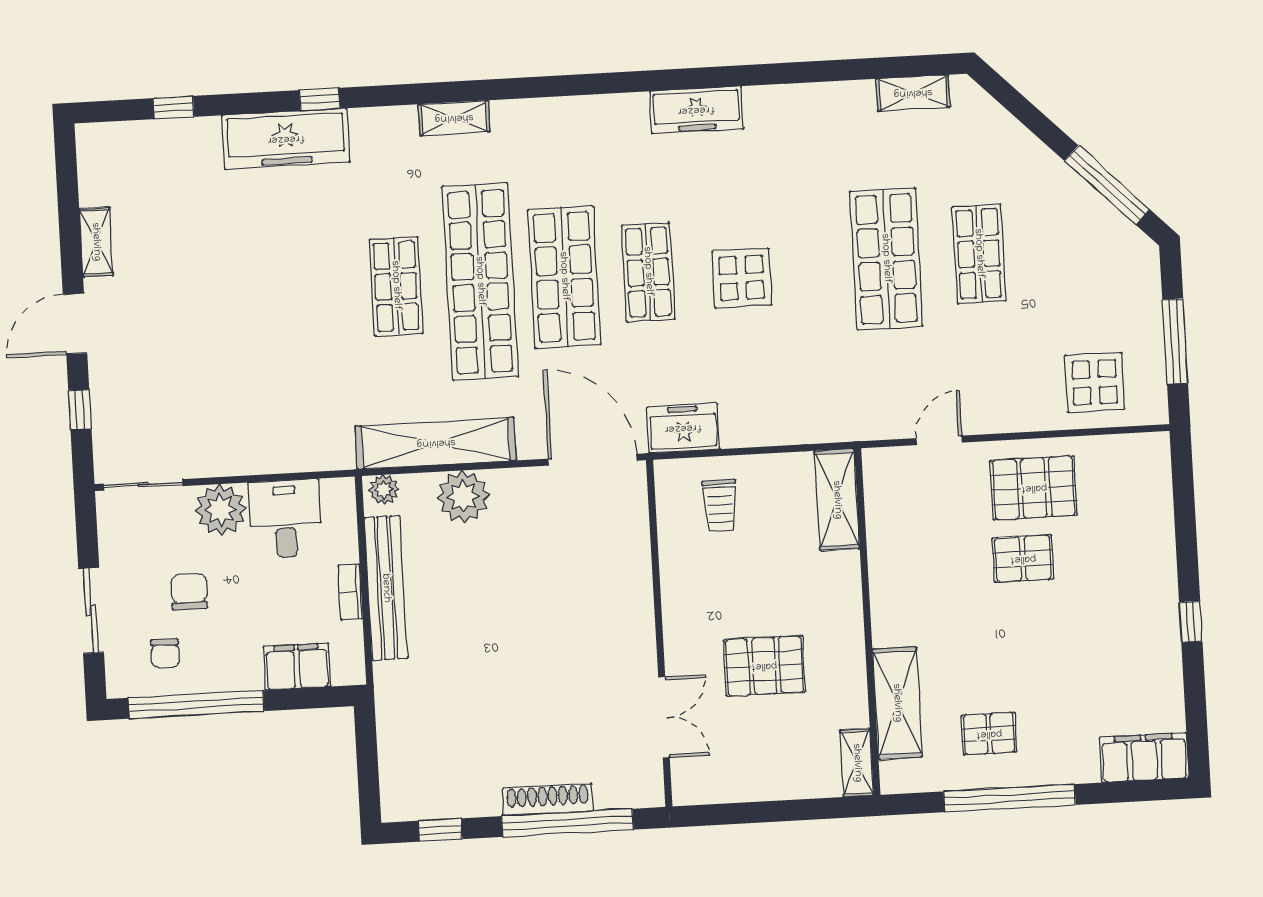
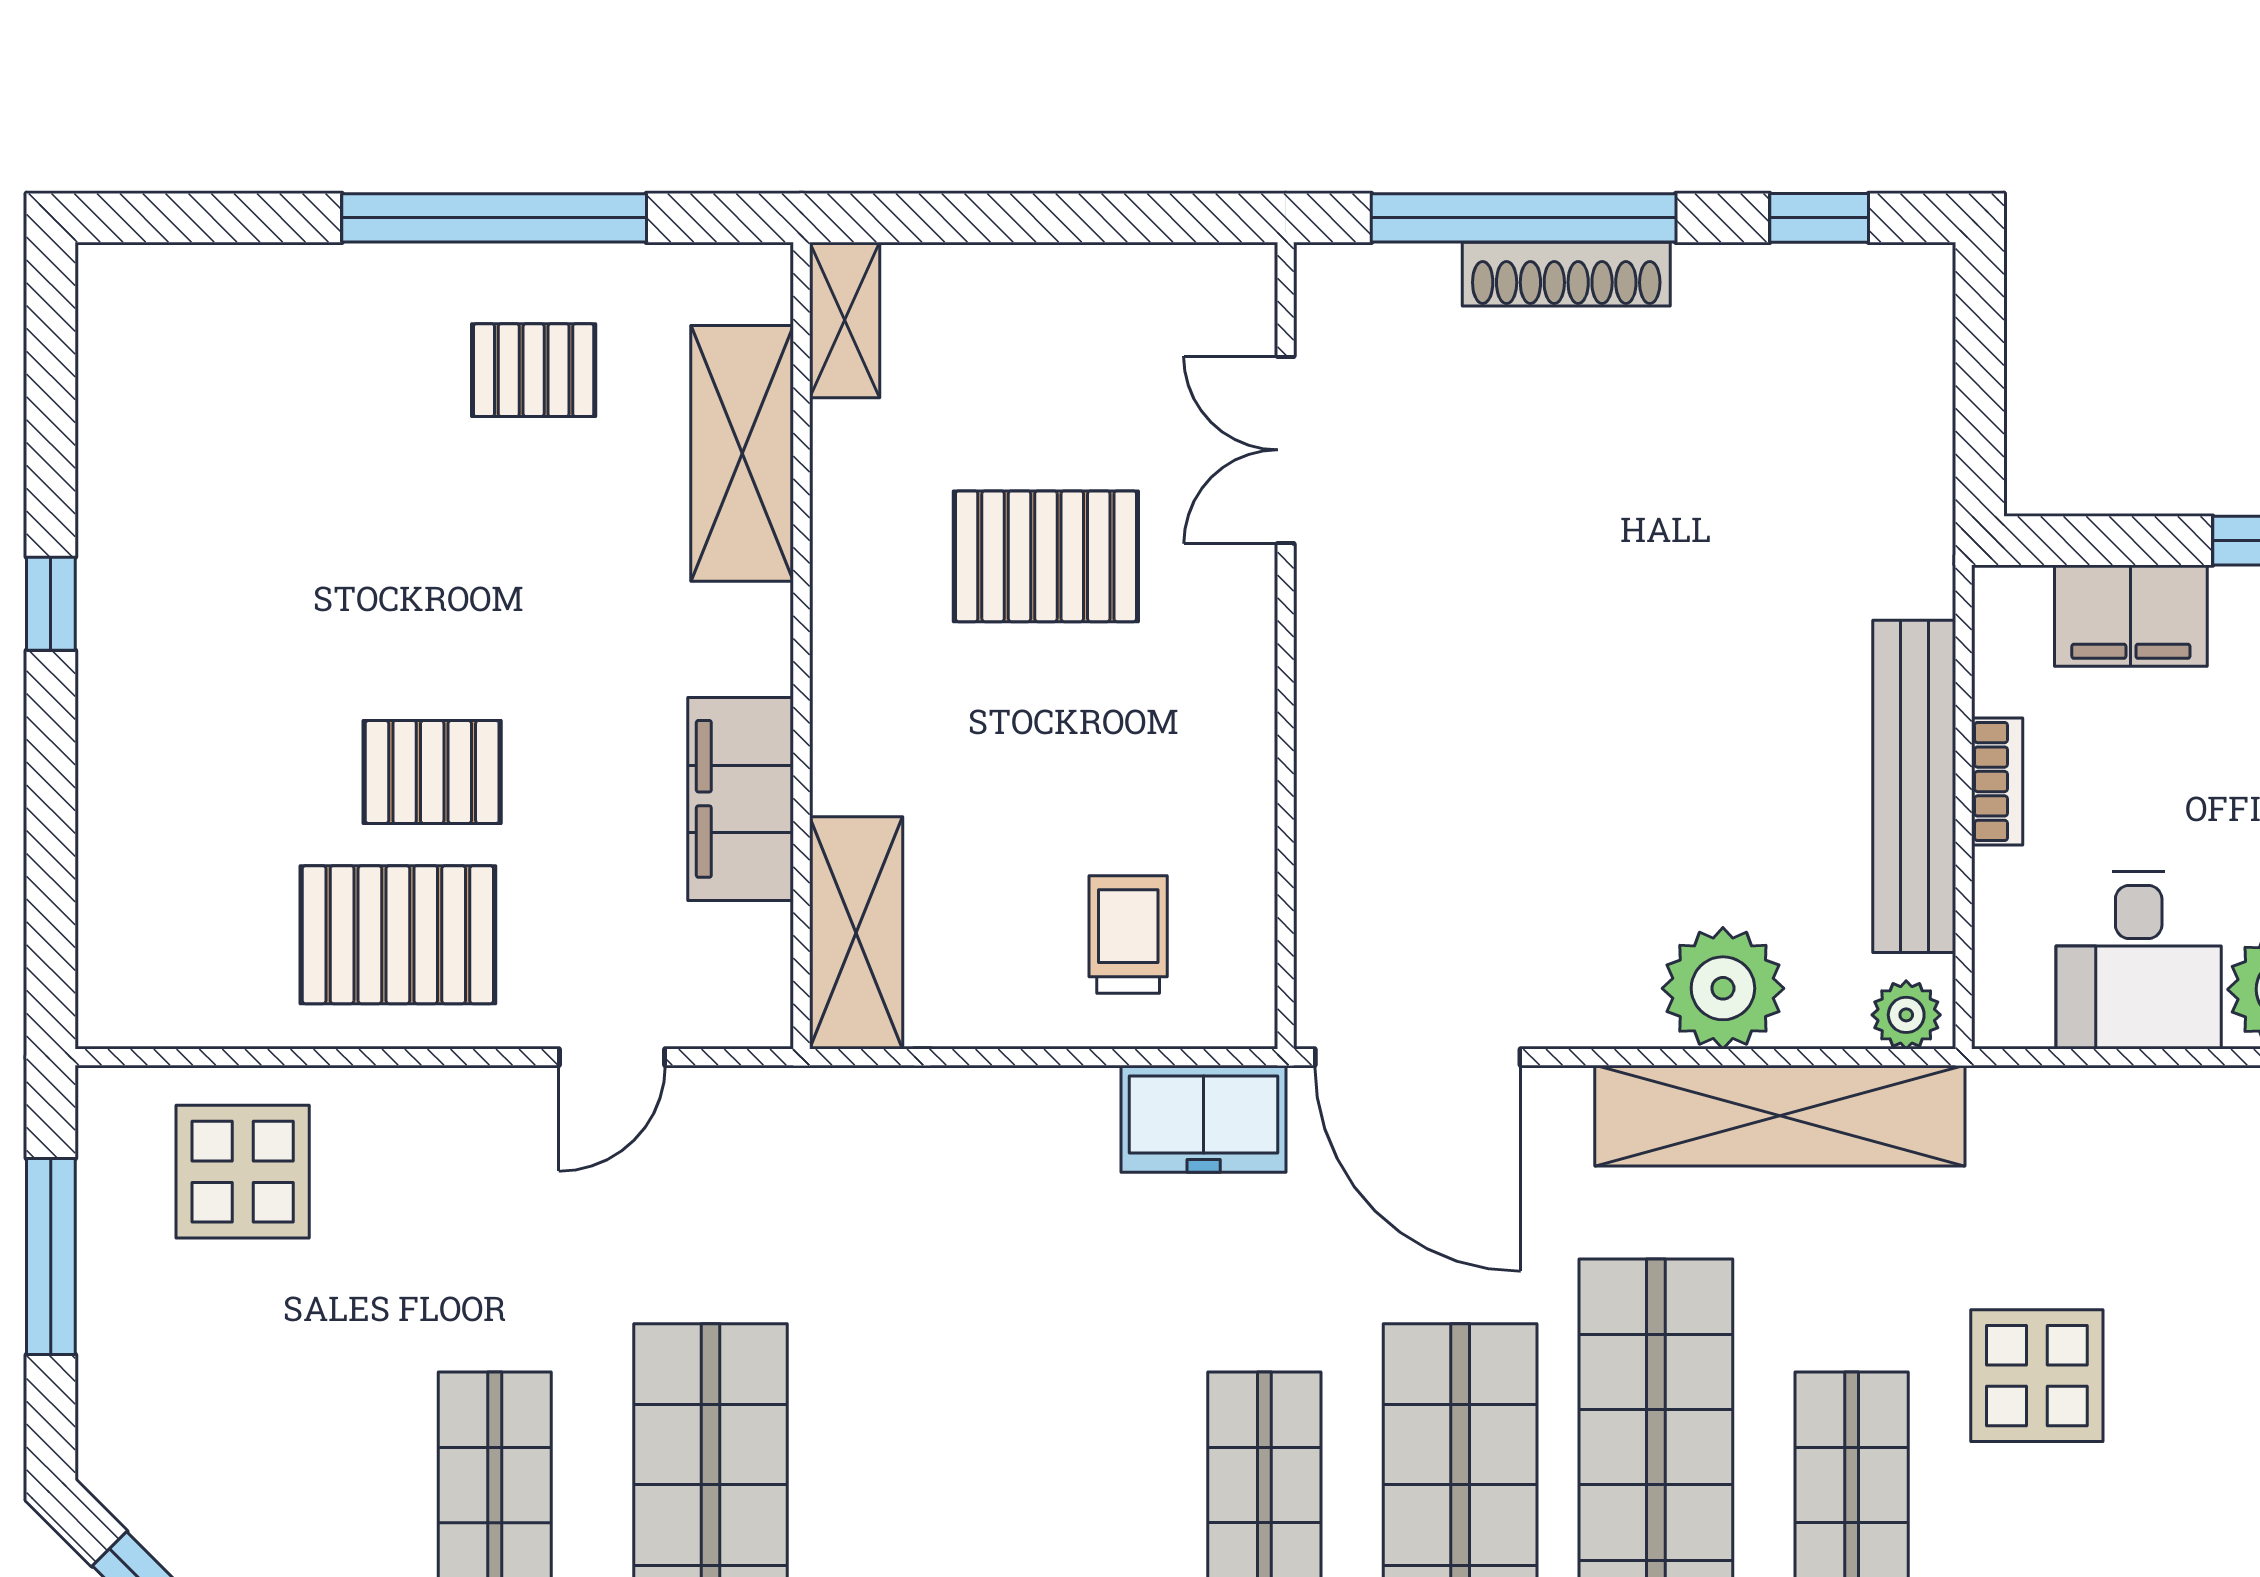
display table: (742, 278) -> (2037, 1376), moved
filing cabinet: (1144, 757) -> (741, 799), moved, turned 90

